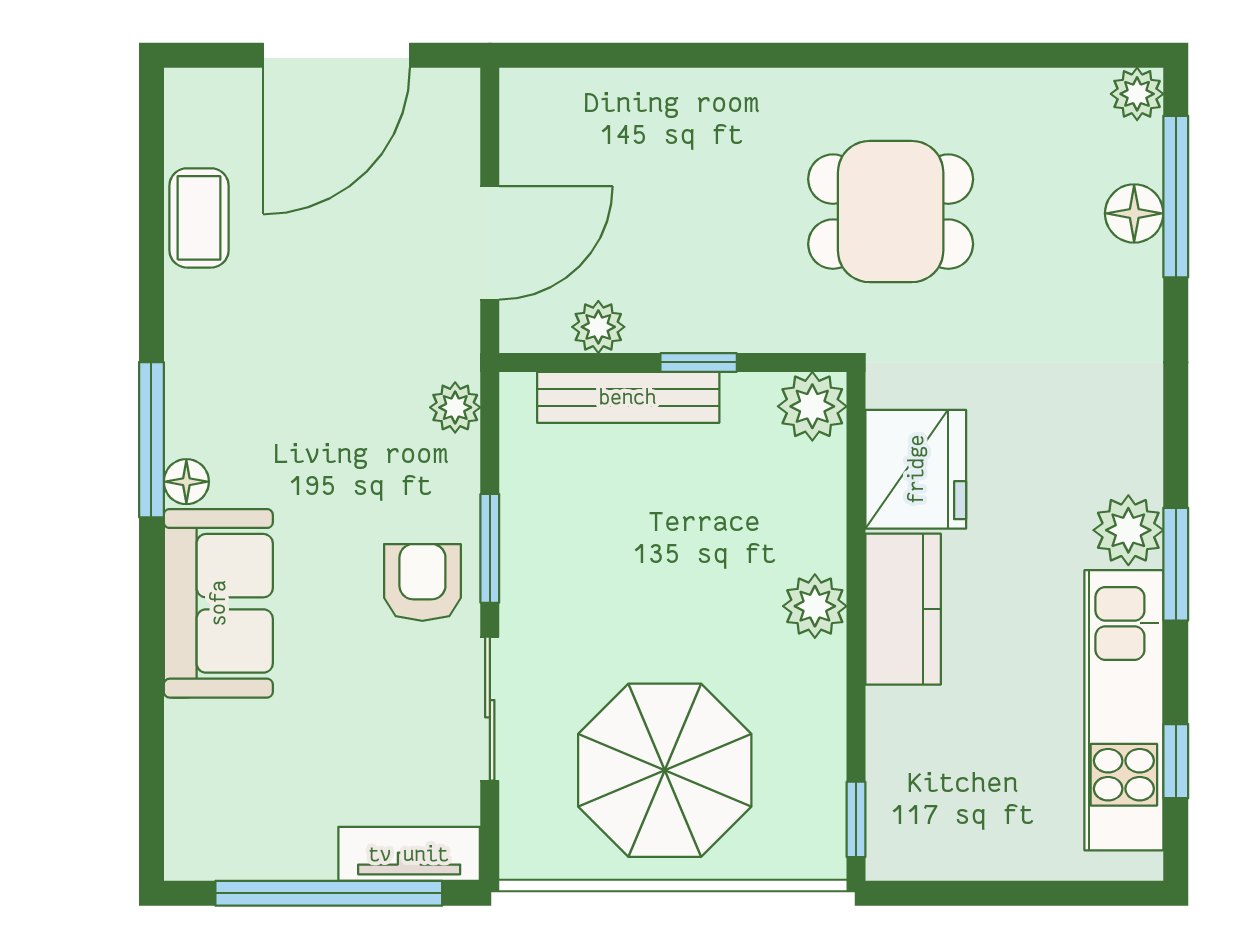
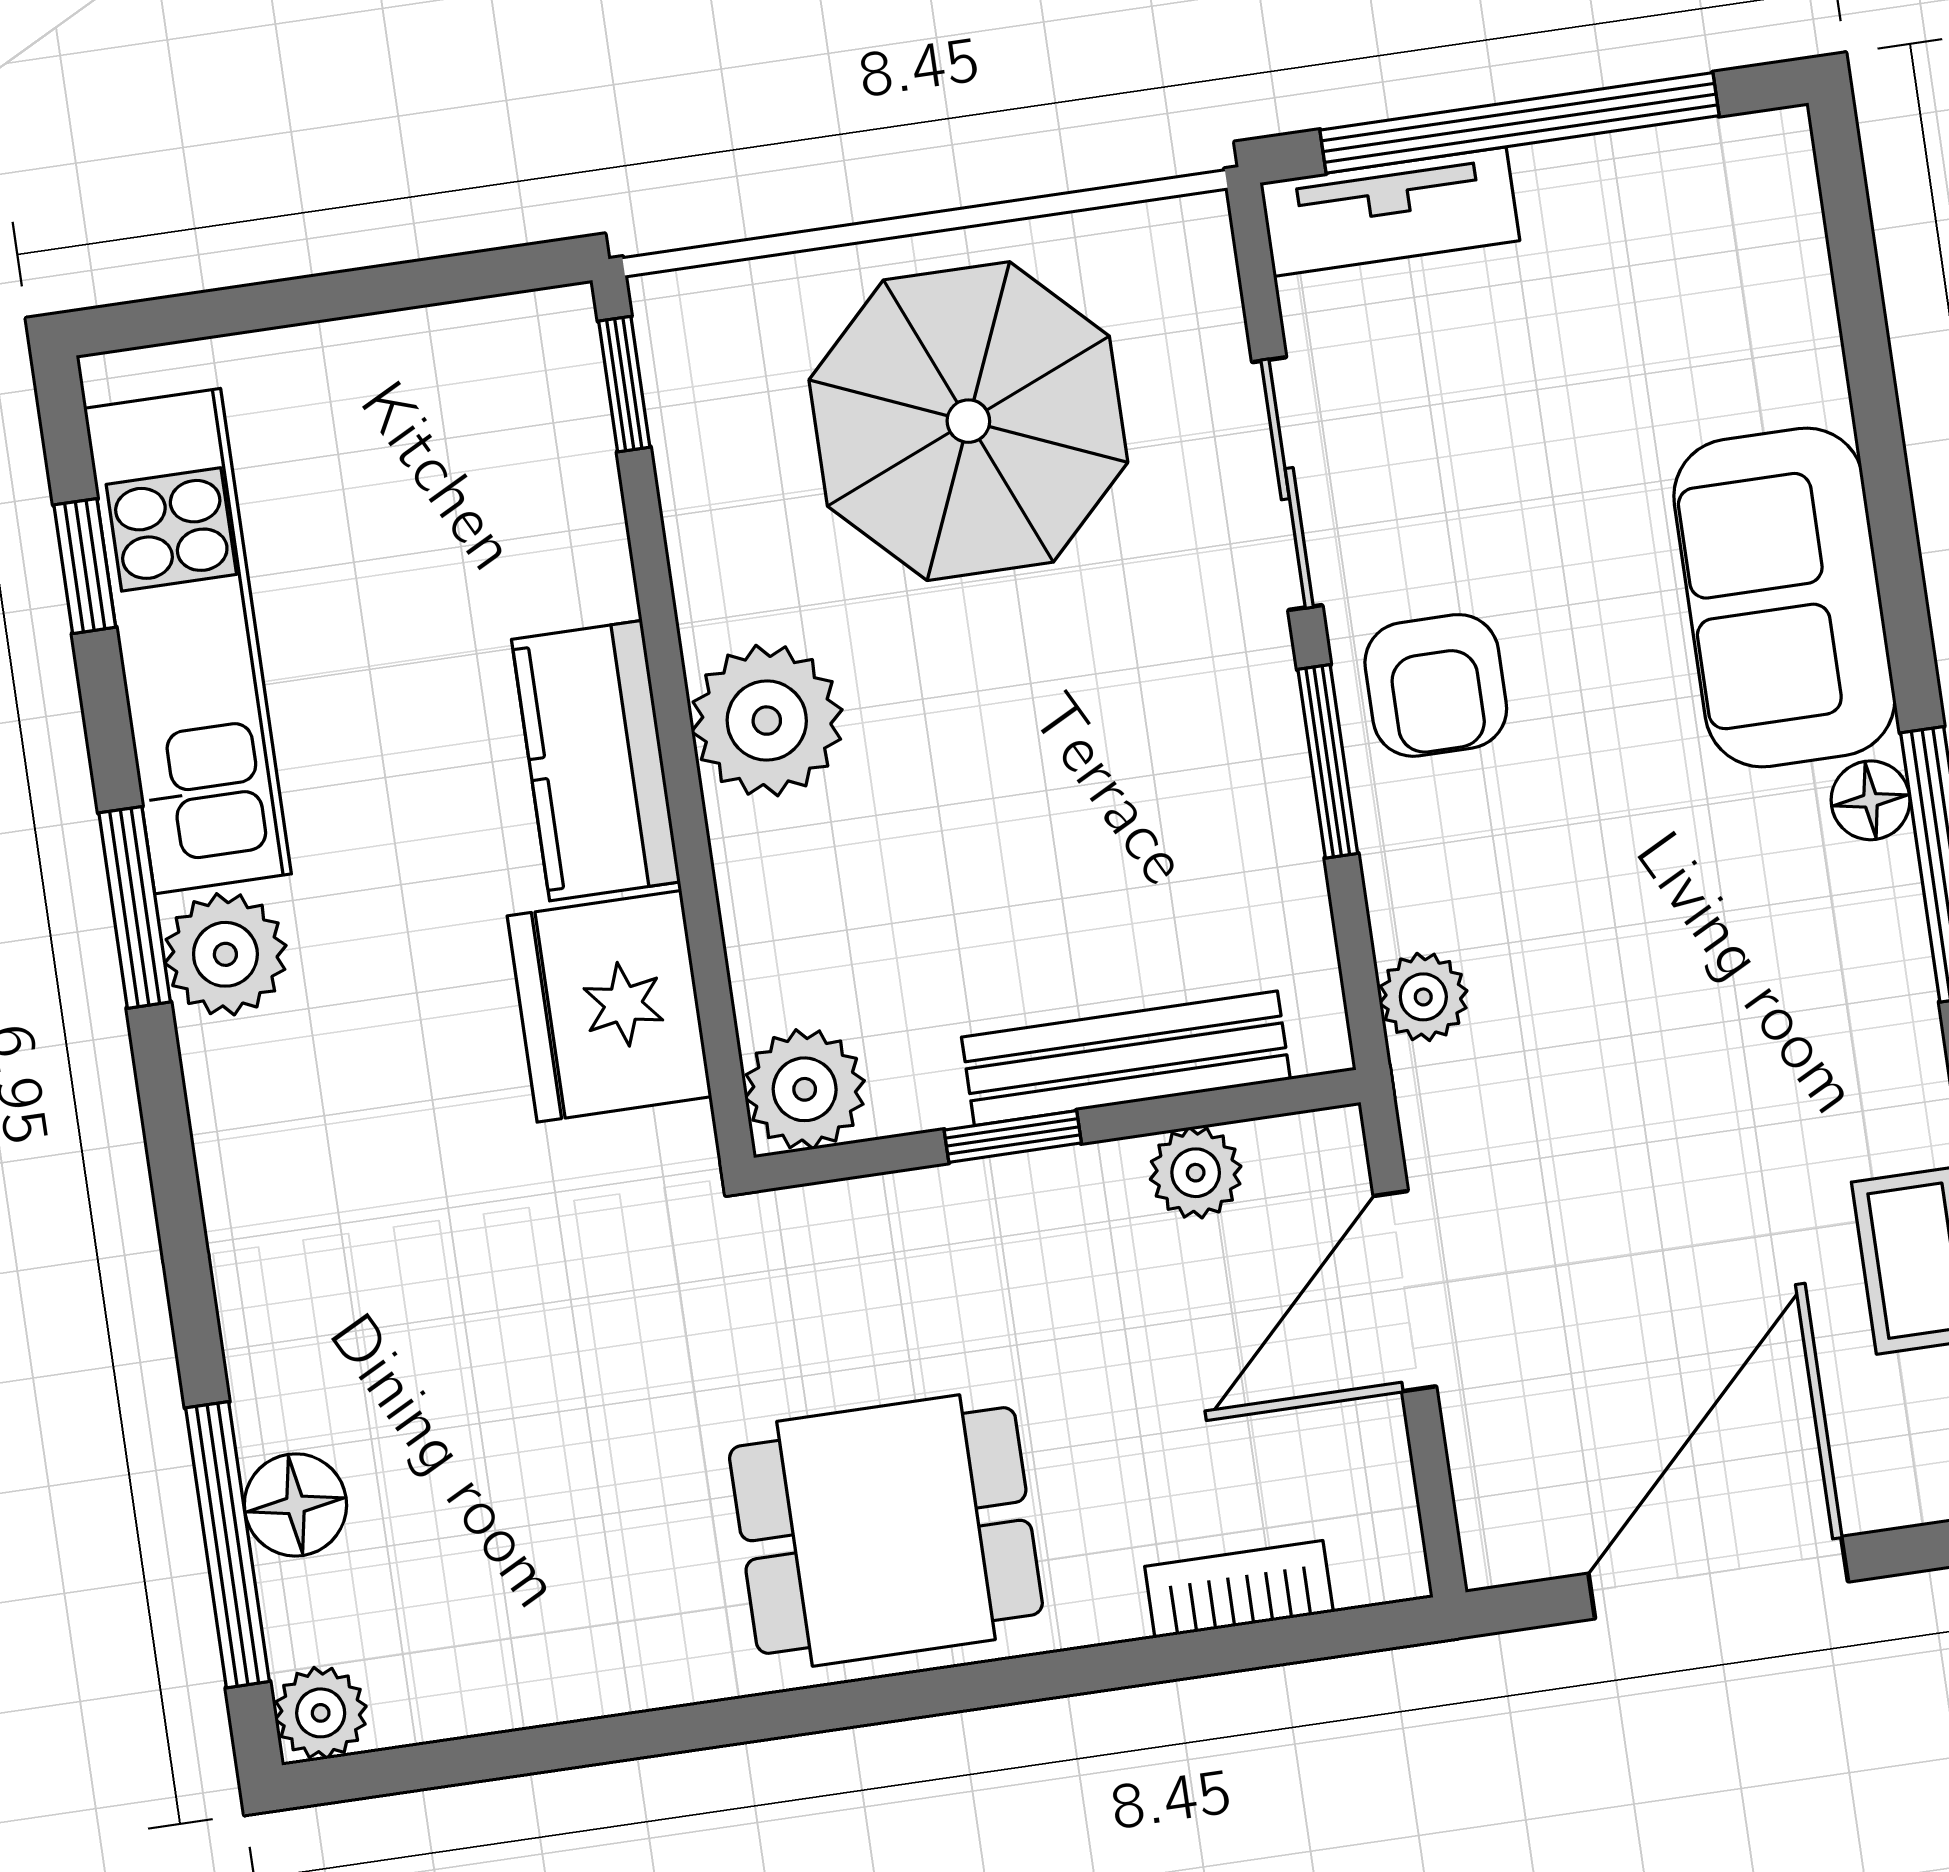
bookcase: (608, 88) -> (1239, 1589), added
dining table: (891, 212) -> (886, 1530), moved
plant: (815, 606) -> (767, 721), width x1.36, depth x1.36

